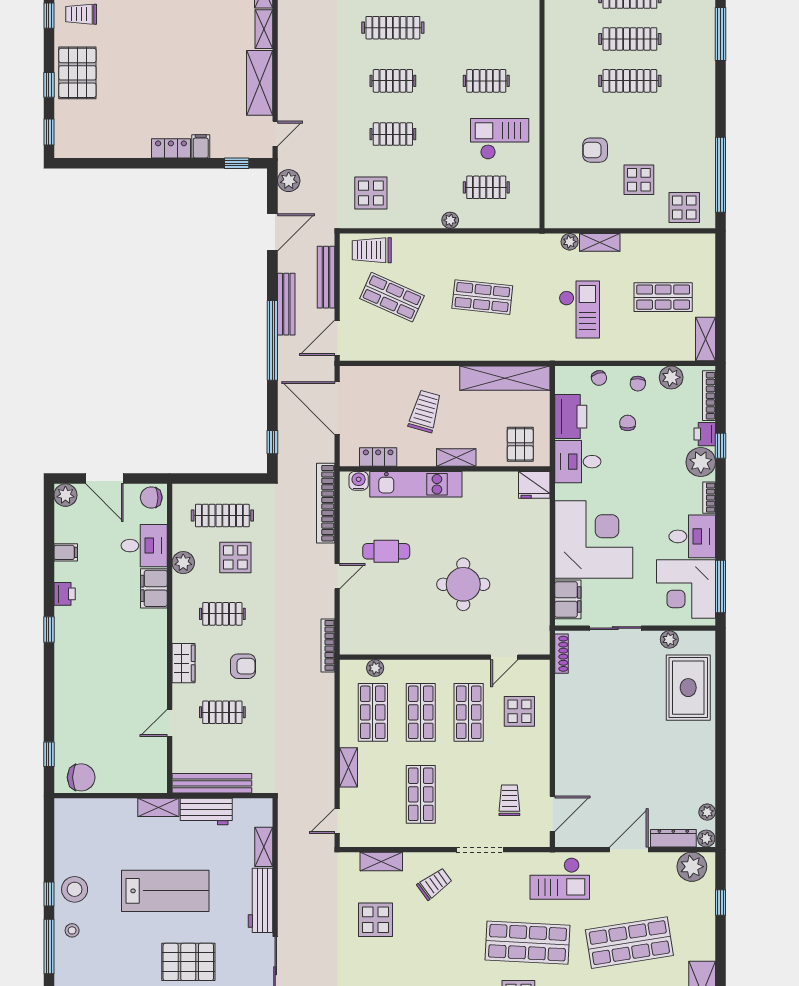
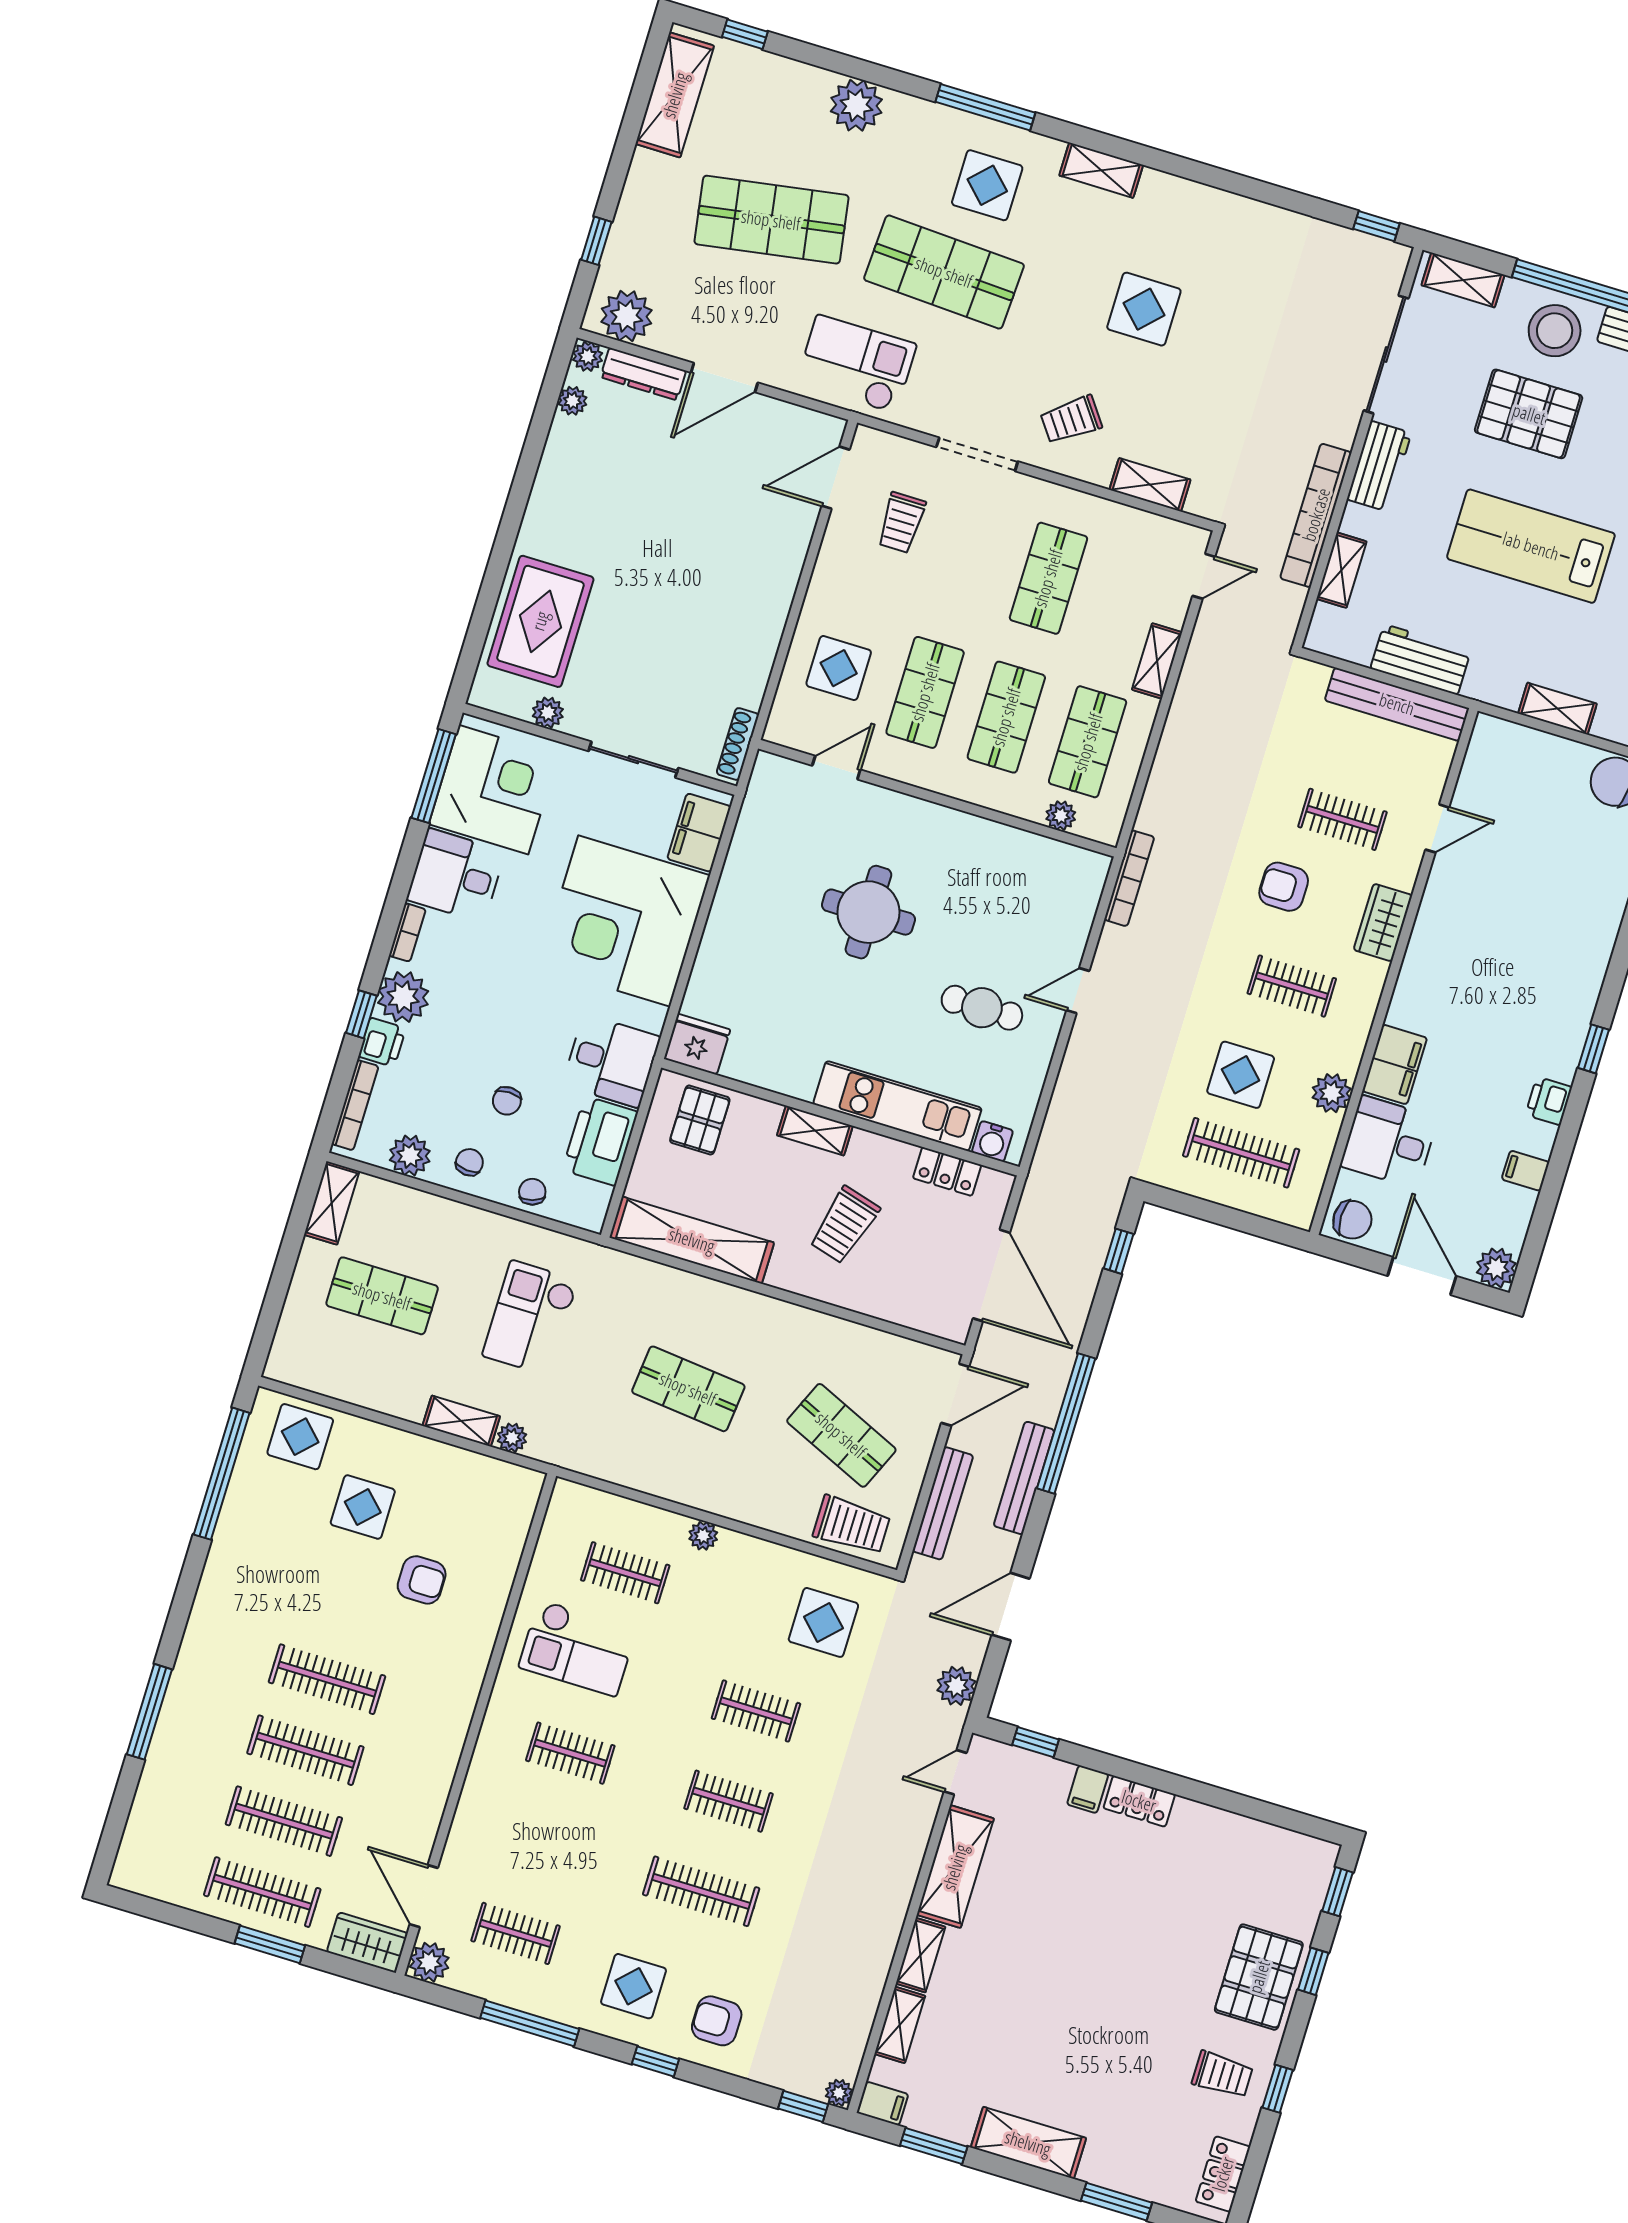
bookcase: (326, 503) -> (1316, 515), moved, turned 180
shelving: (158, 807) -> (1557, 709), moved
workbench: (260, 900) -> (1379, 466), width x0.73
display table: (376, 920) -> (1144, 309), moved

